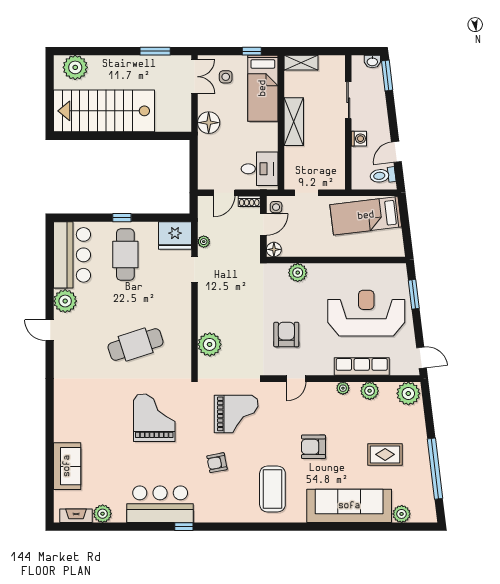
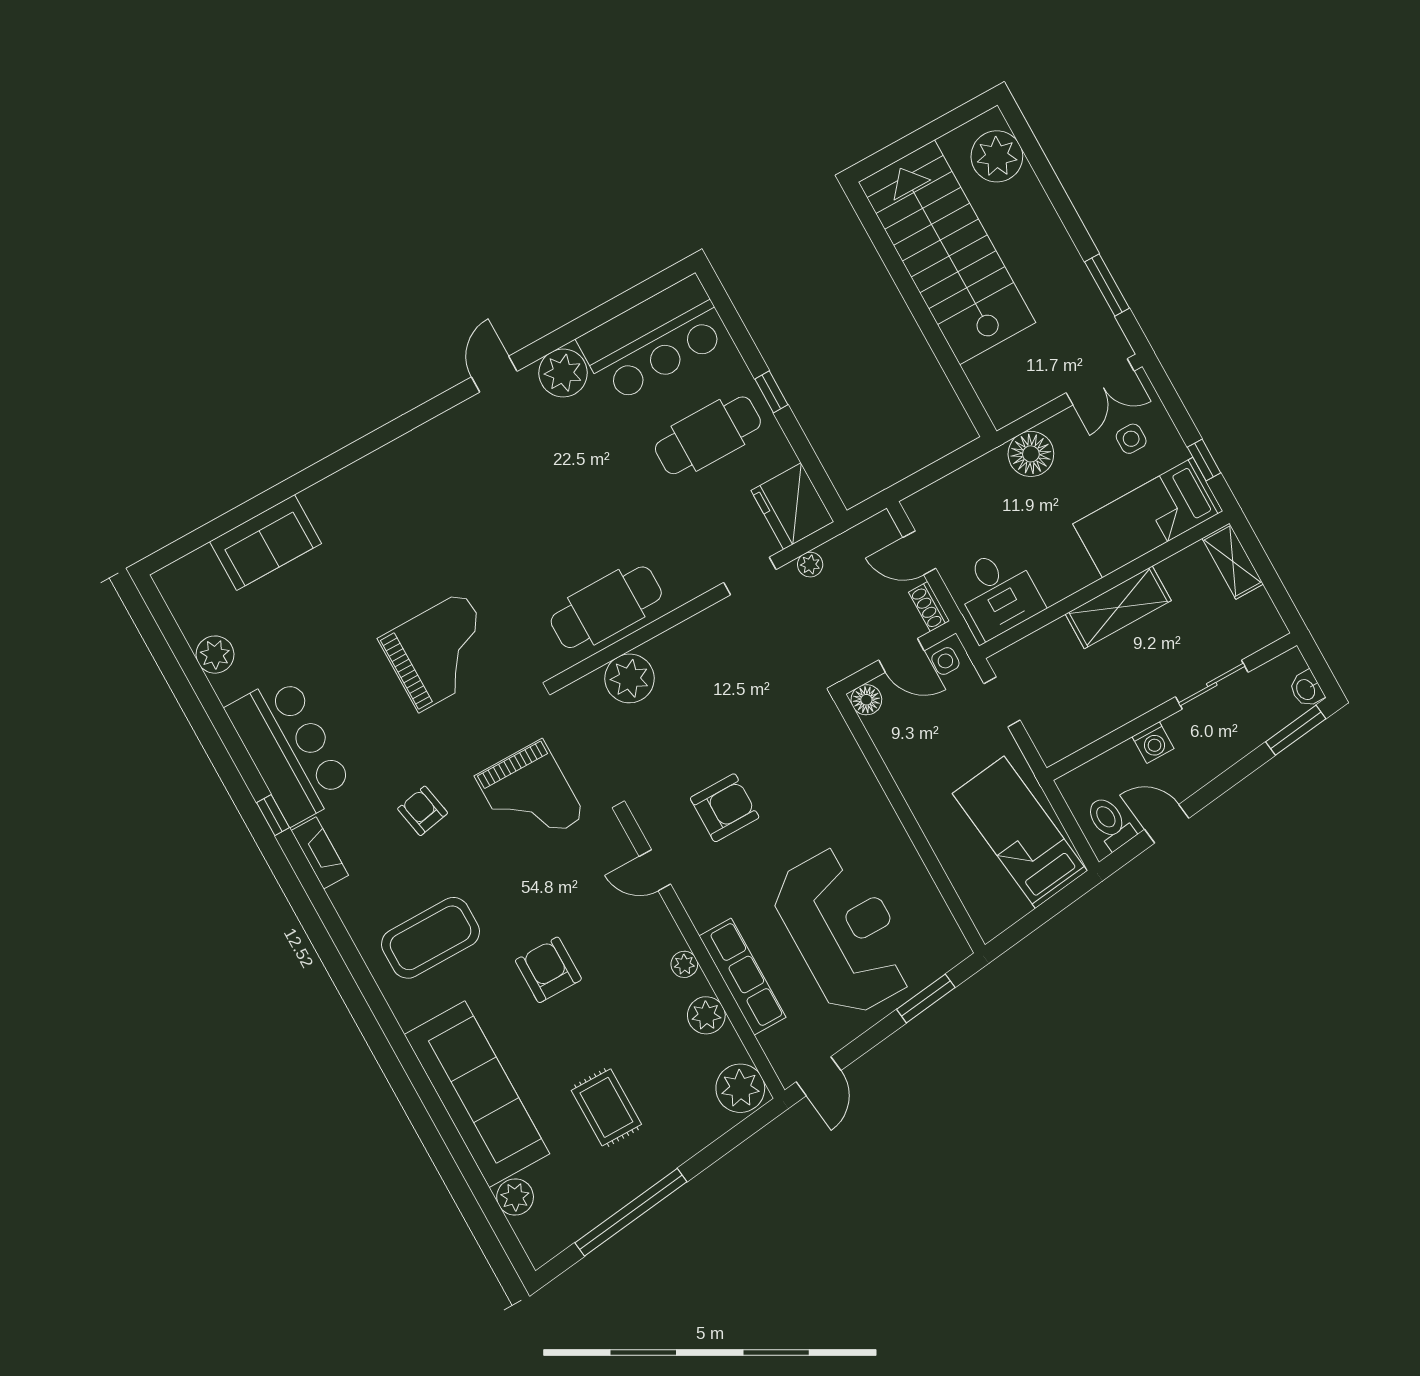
plant: (298, 273) -> (848, 766), removed
cafe table: (136, 345) -> (606, 607), moved, turned -72
fireplace: (76, 516) -> (320, 853), moved

